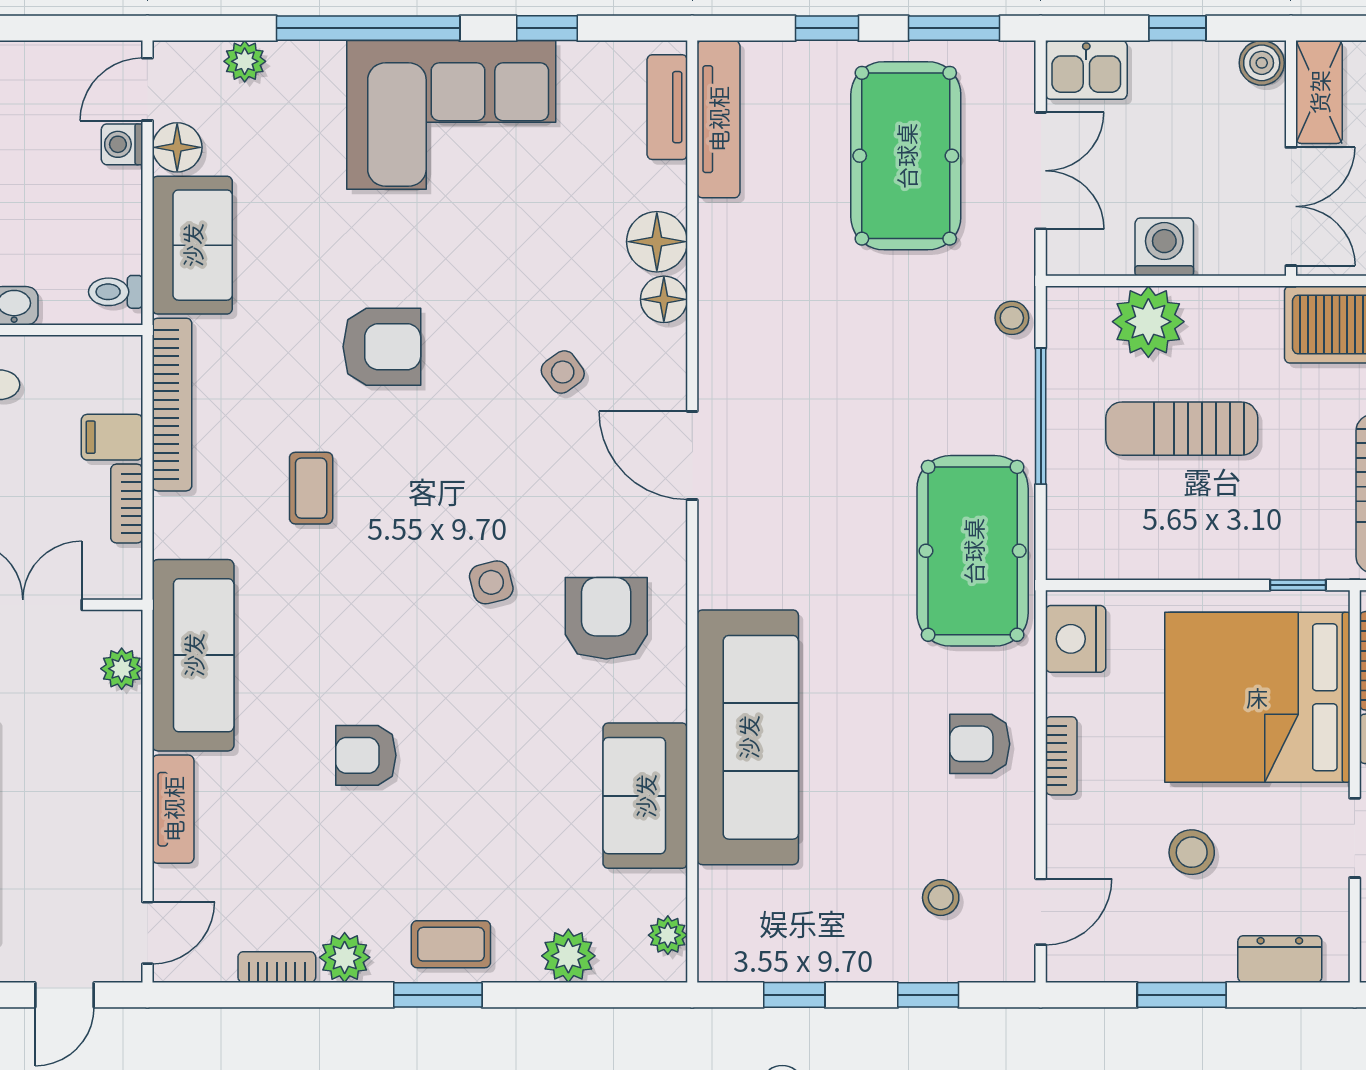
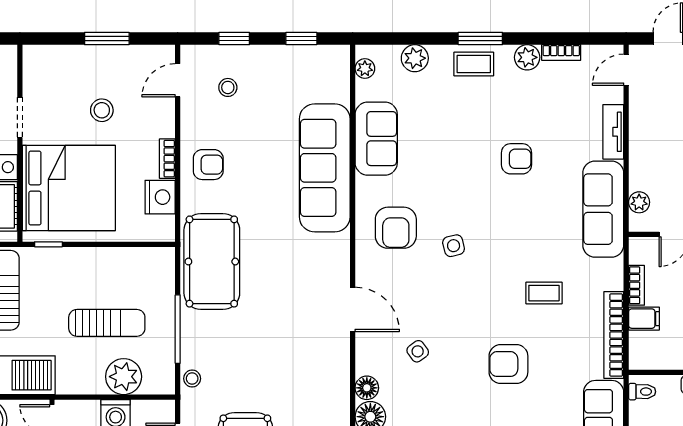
coffee table: (311, 488) -> (544, 293), turned 90
nightstand: (1076, 639) -> (160, 197), moved
dresser: (1280, 959) -> (58, 57), removed

